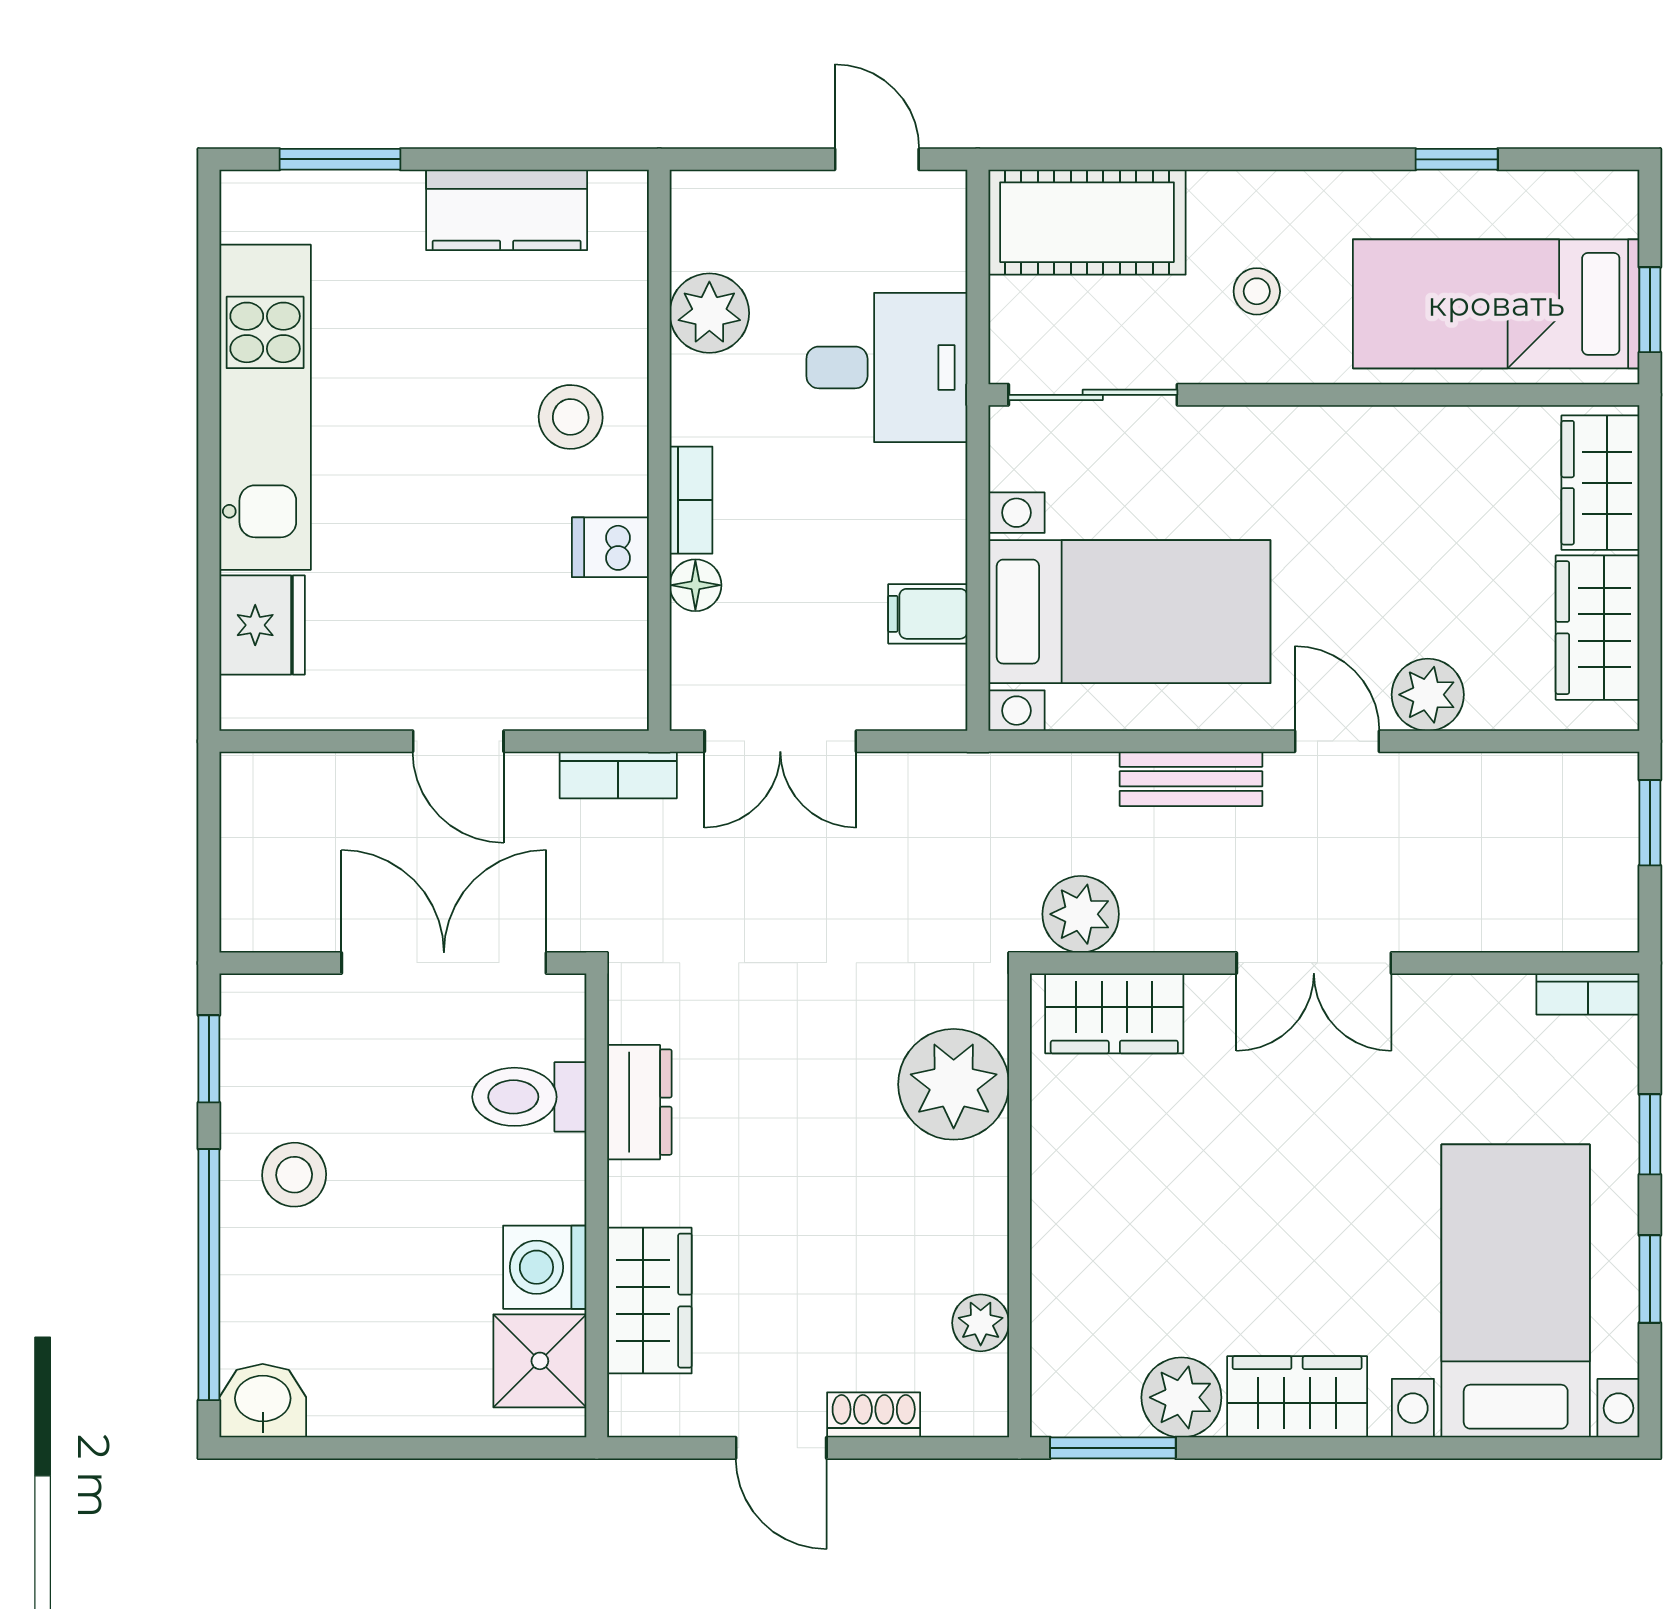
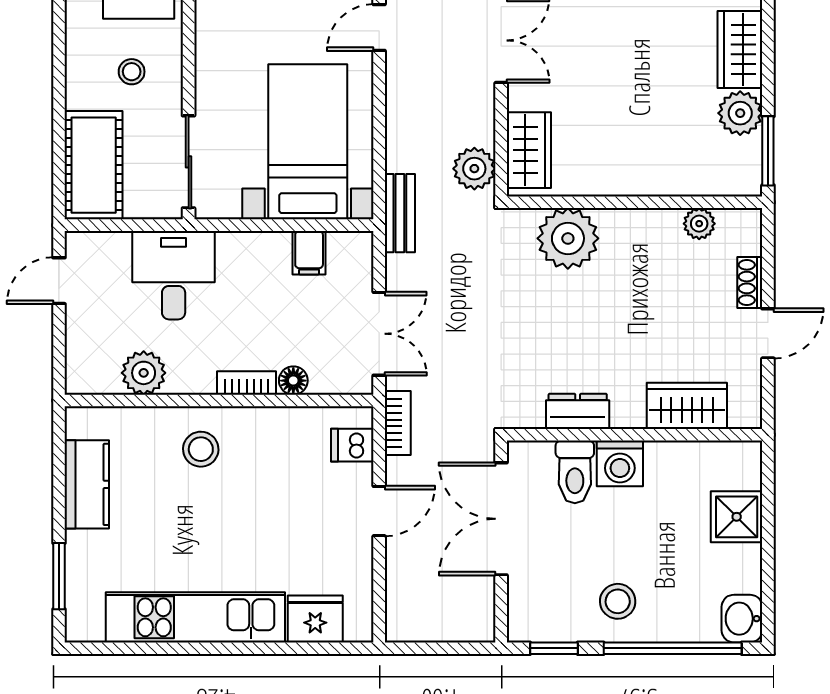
dishwasher: (610, 547) -> (352, 445), moved, turned 90
bench: (1191, 779) -> (400, 213), moved
washing machine: (545, 1267) -> (620, 463), moved
shower: (540, 1361) -> (737, 517), moved

